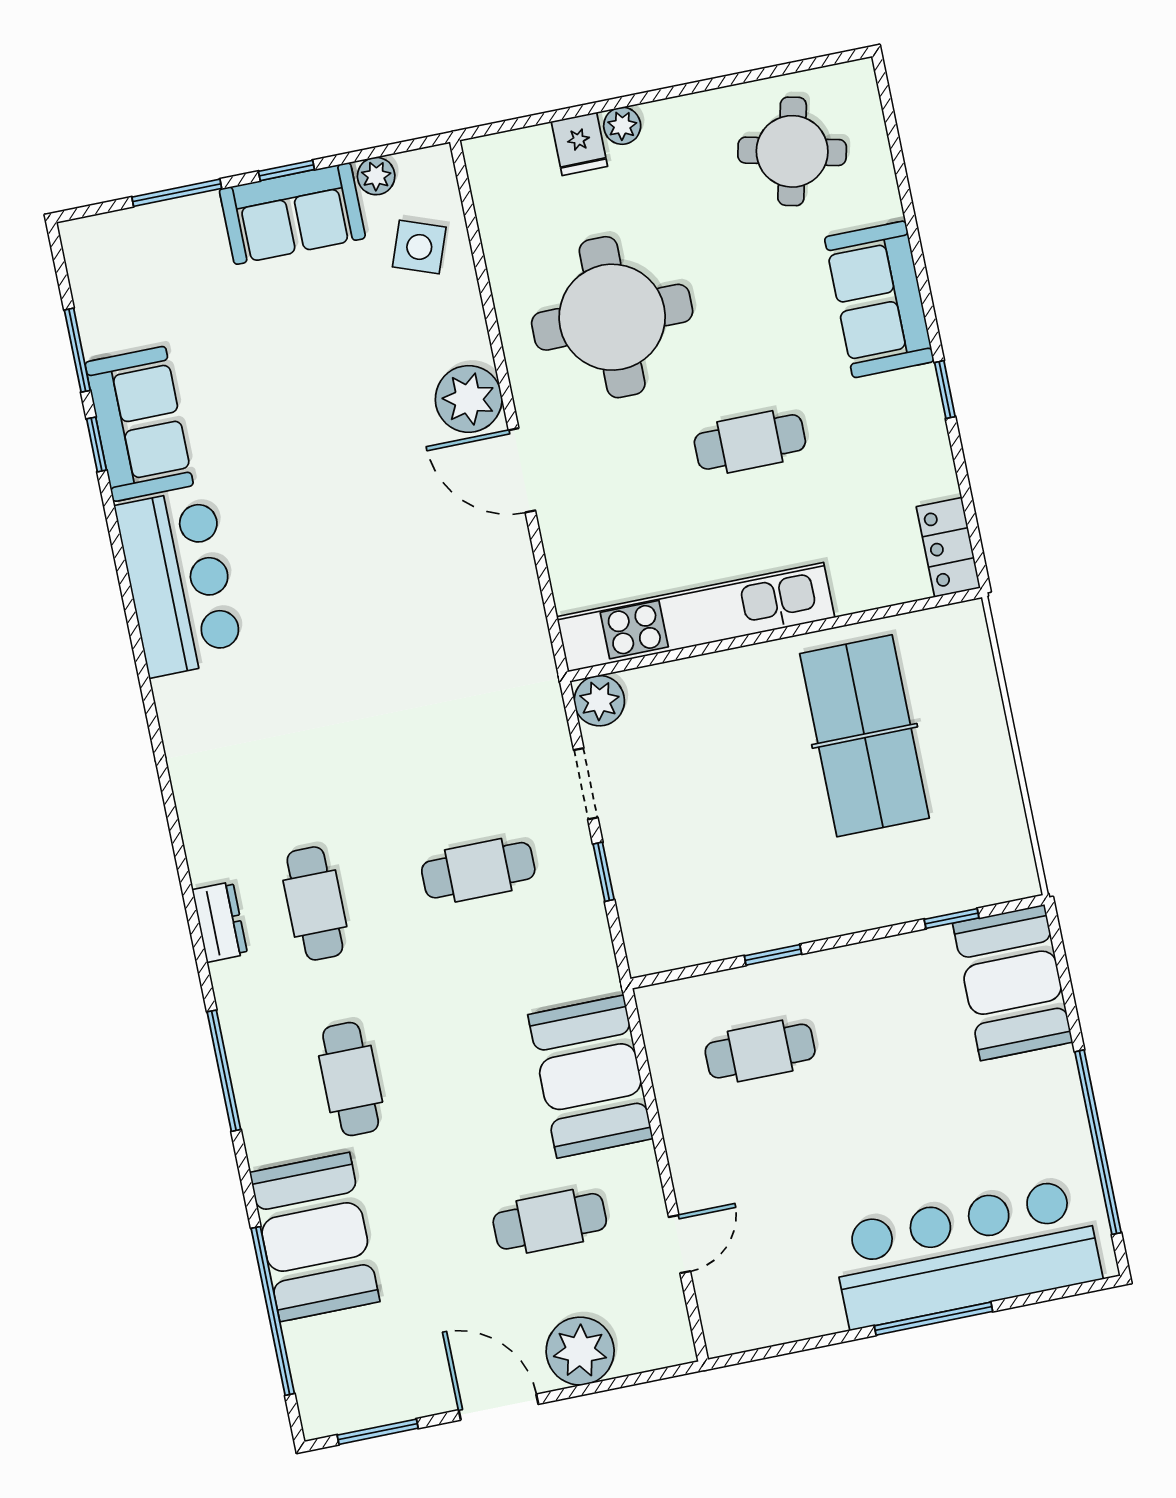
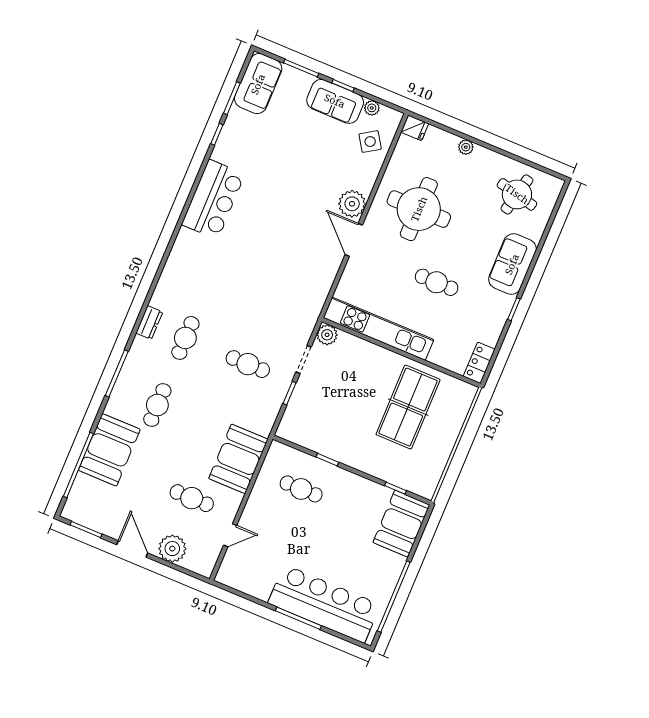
fridge: (579, 144) -> (415, 128), moved, turned -90
side table: (419, 247) -> (370, 142), turned 37
sofa: (139, 424) -> (258, 84), moved

